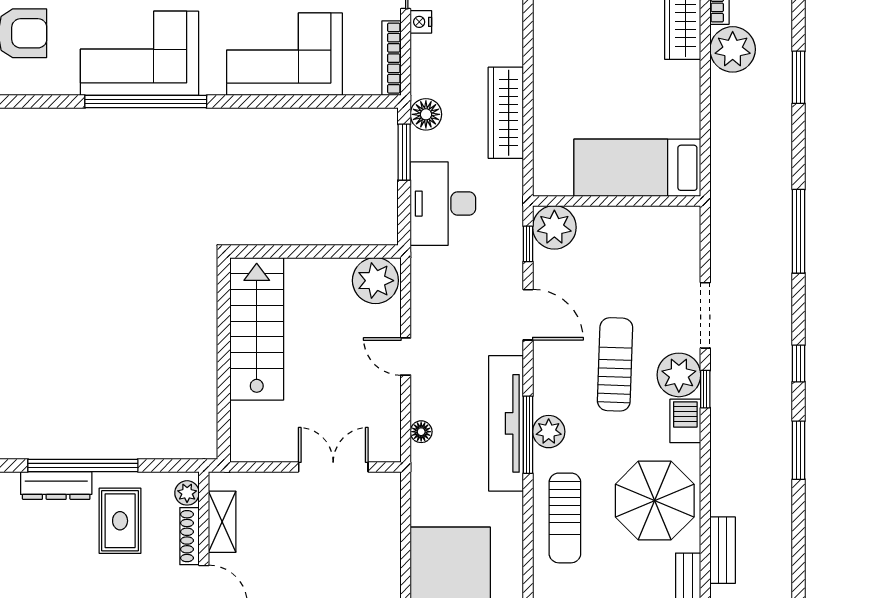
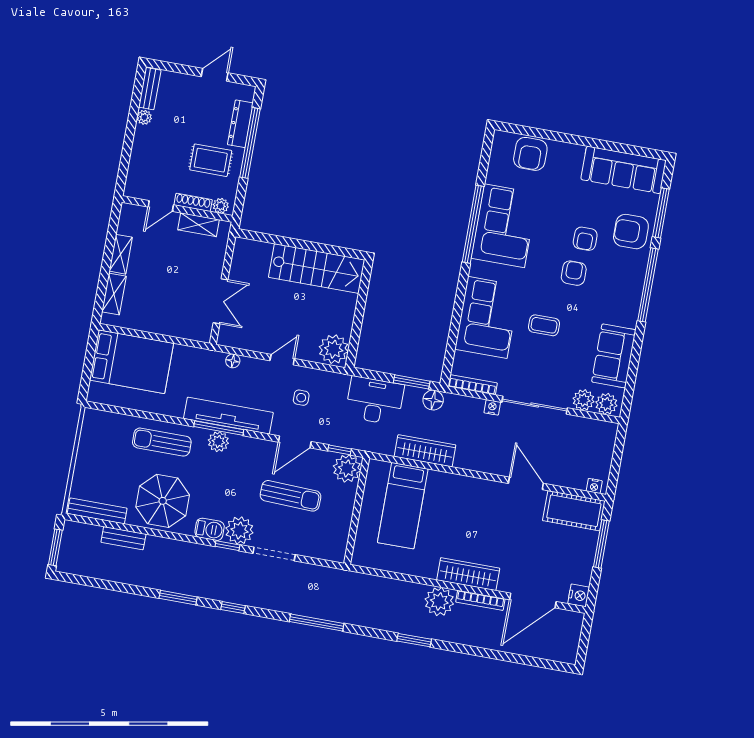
bed: (637, 168) -> (403, 506), moved, turned 180
side table: (459, 317) -> (301, 398), added
sun lounger: (615, 364) -> (290, 496), moved

